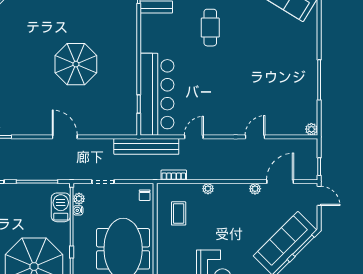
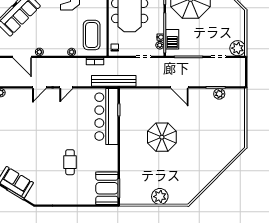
door: (65, 137) -> (179, 87), moved
door: (194, 137) -> (66, 87), moved
door: (280, 182) -> (22, 57), hinge flipped
coffee table: (179, 213) -> (92, 35), width x1.86, depth x1.72

